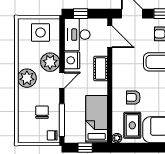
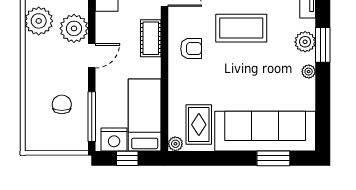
nightstand: (72, 60) -> (114, 139), moved, turned -90
plant: (27, 78) -> (39, 21), moved
armchair: (133, 97) -> (191, 49), moved, turned 180
chair: (52, 135) -> (77, 140), removed

